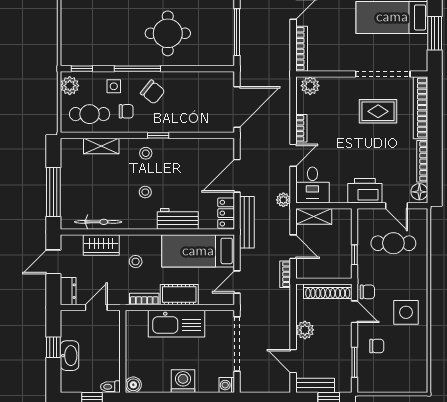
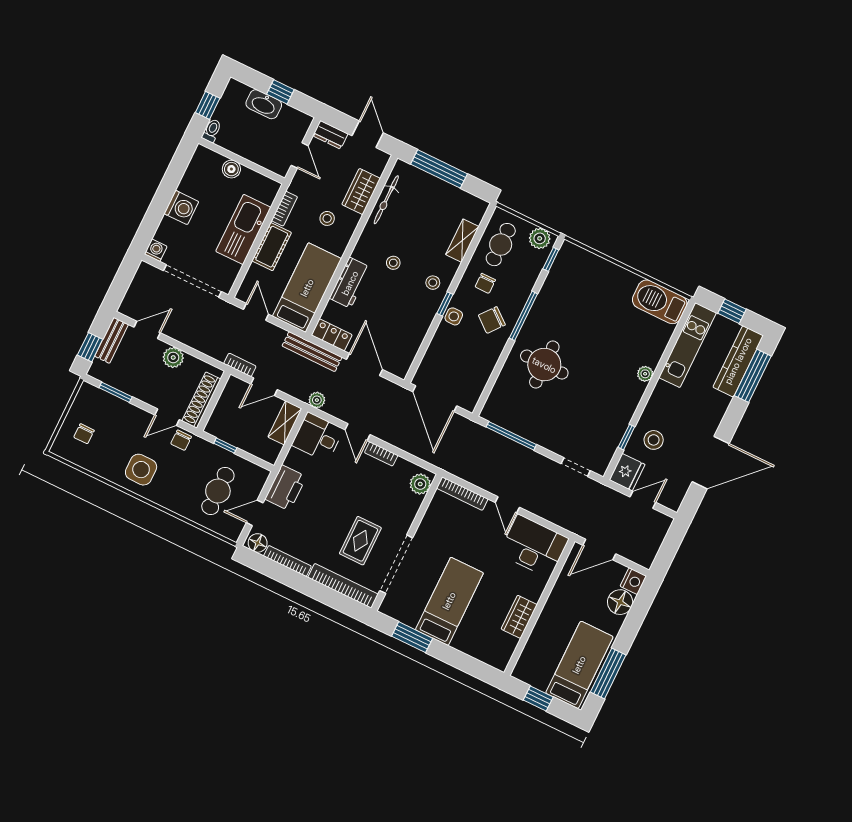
side table: (114, 86) -> (454, 316), moved
chair: (377, 346) -> (84, 434), moved
boiler: (133, 385) -> (231, 169), moved

